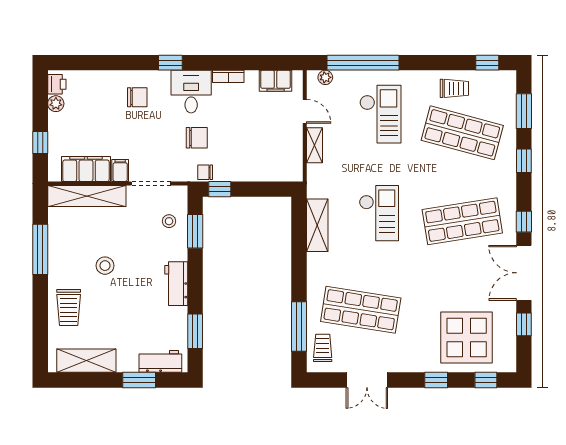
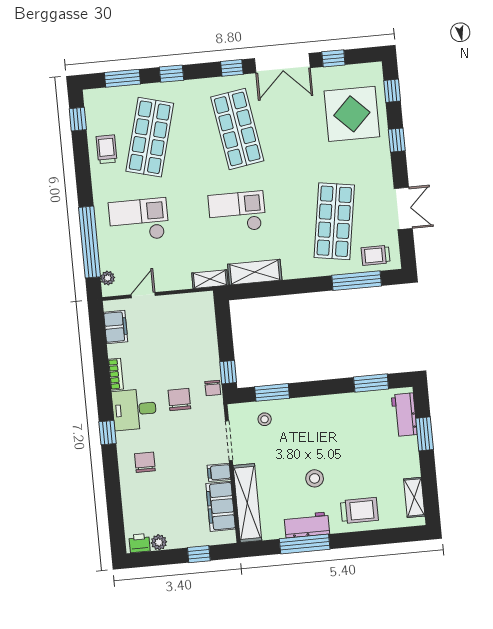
shelving: (315, 145) -> (210, 279), moved
workbench: (176, 284) -> (307, 525), moved, turned 180
shelving: (86, 361) -> (414, 497), width x0.67, depth x0.75

